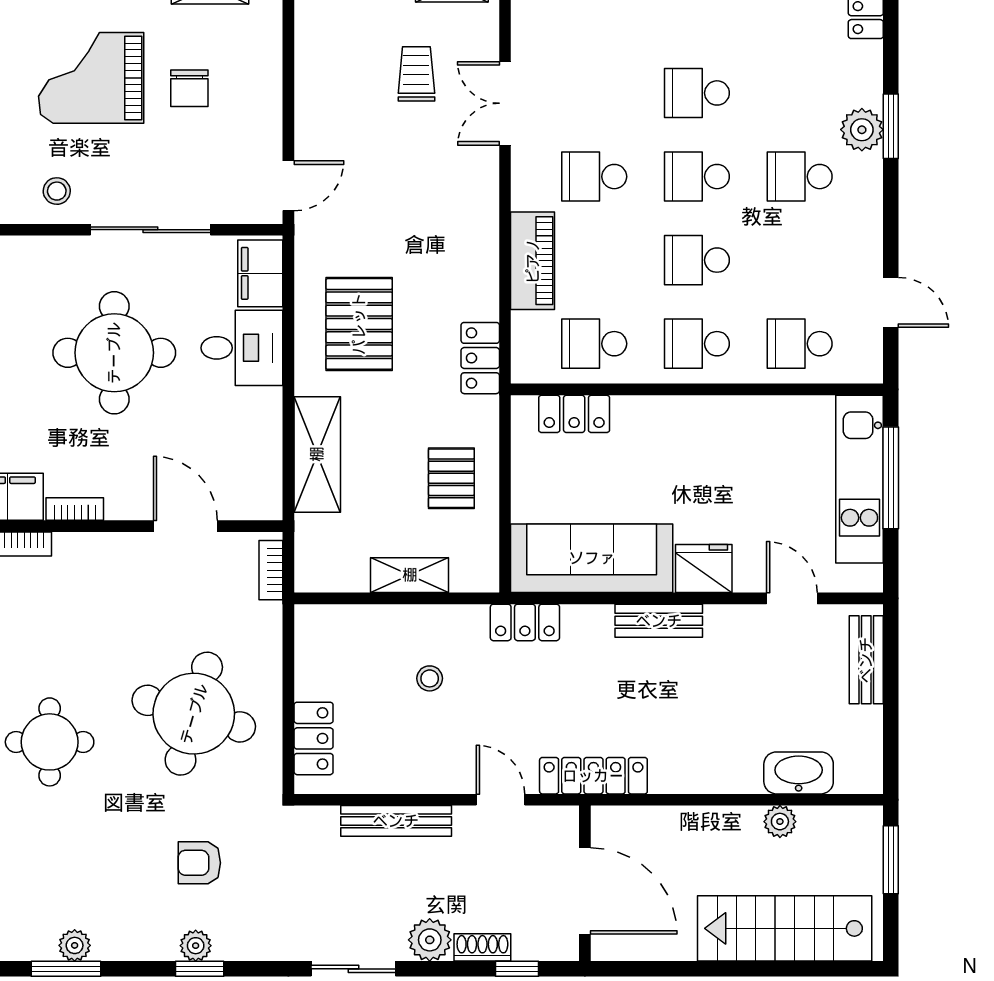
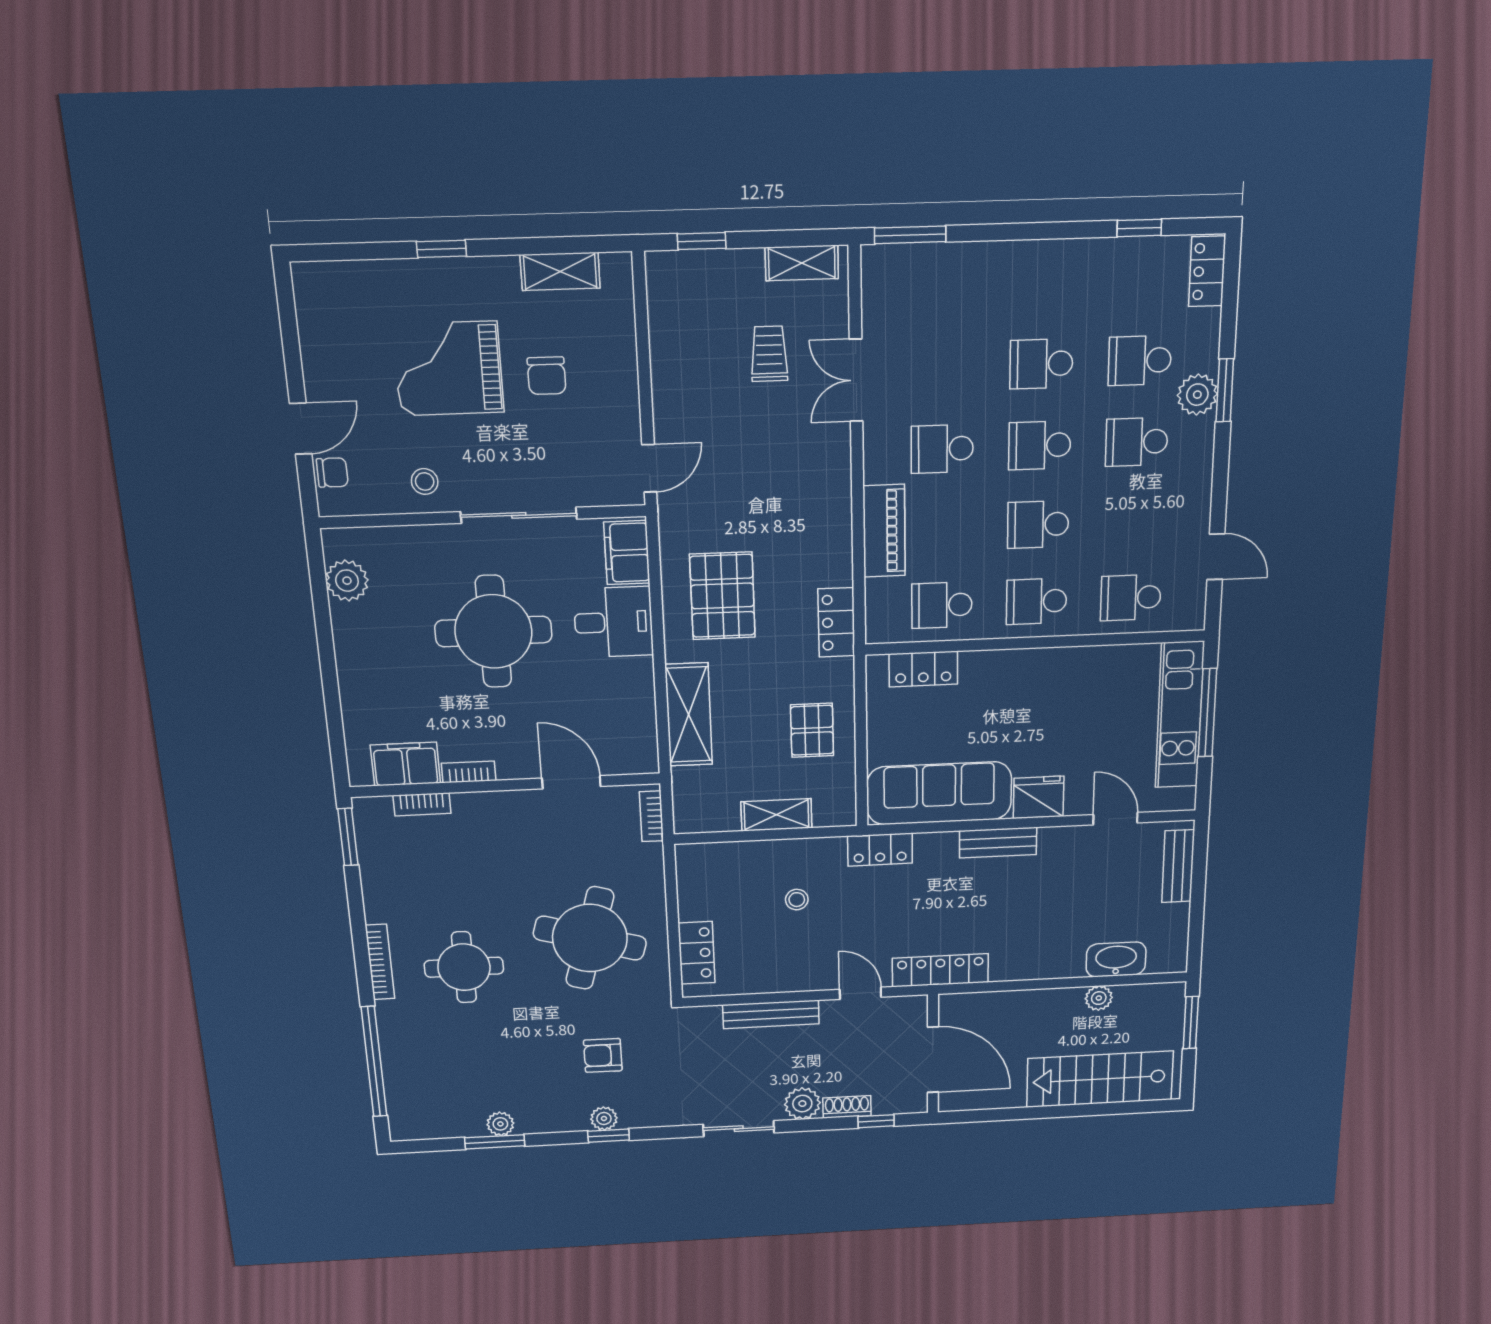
school desk: (800, 93) -> (1140, 361), added

